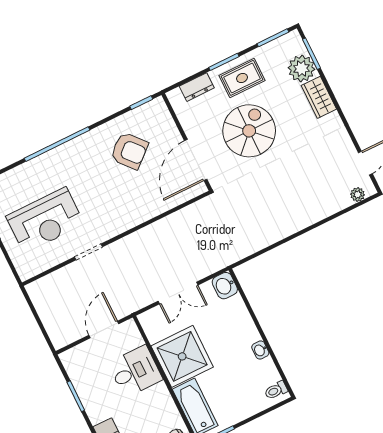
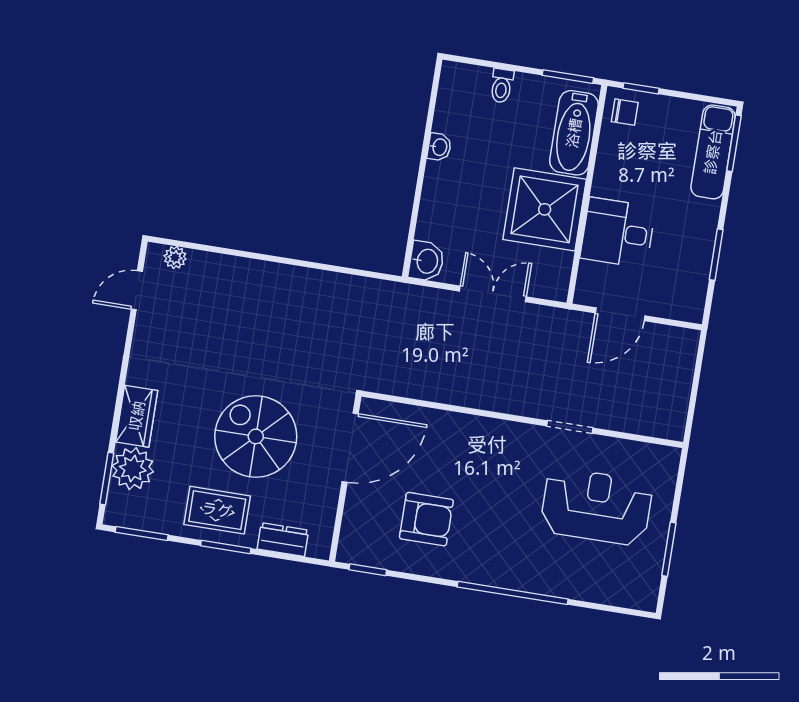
spiral stairs: (249, 131) -> (256, 436), turned 90
armchair: (129, 151) -> (426, 519), turned 131
toilet: (276, 390) -> (502, 86), moved, turned 90

